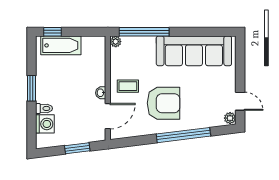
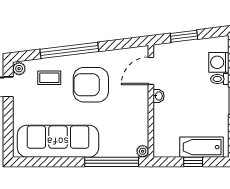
window: (53, 32) -> (193, 162), moved
coffee table: (128, 86) -> (49, 78), moved

